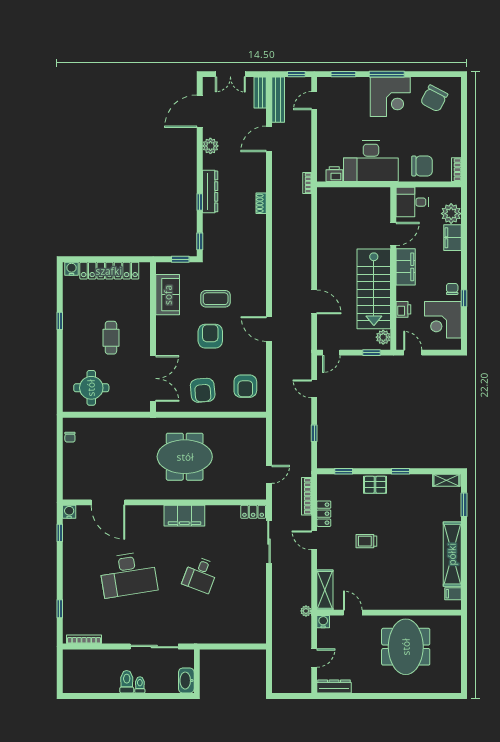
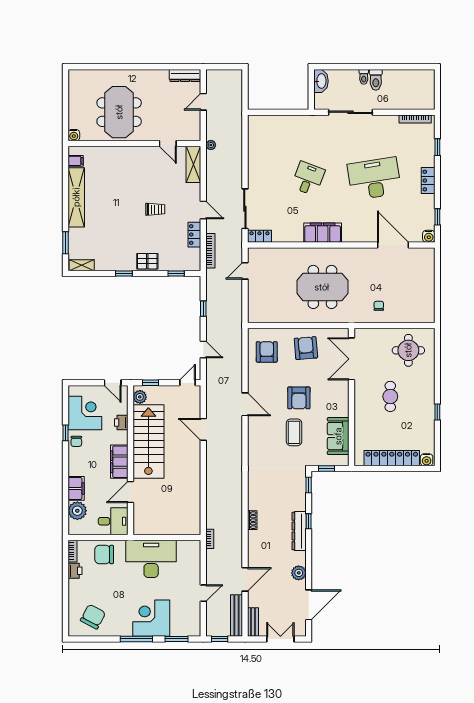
corner desk: (390, 97) -> (151, 618), moved
door: (314, 101) -> (203, 593), moved
printer: (334, 174) -> (75, 571), moved, turned -90
coffee table: (216, 299) -> (294, 432), turned 90
chair: (70, 437) -> (379, 306), moved
locker: (70, 572) -> (428, 181), added
water cooler: (323, 622) -> (74, 135), moved

